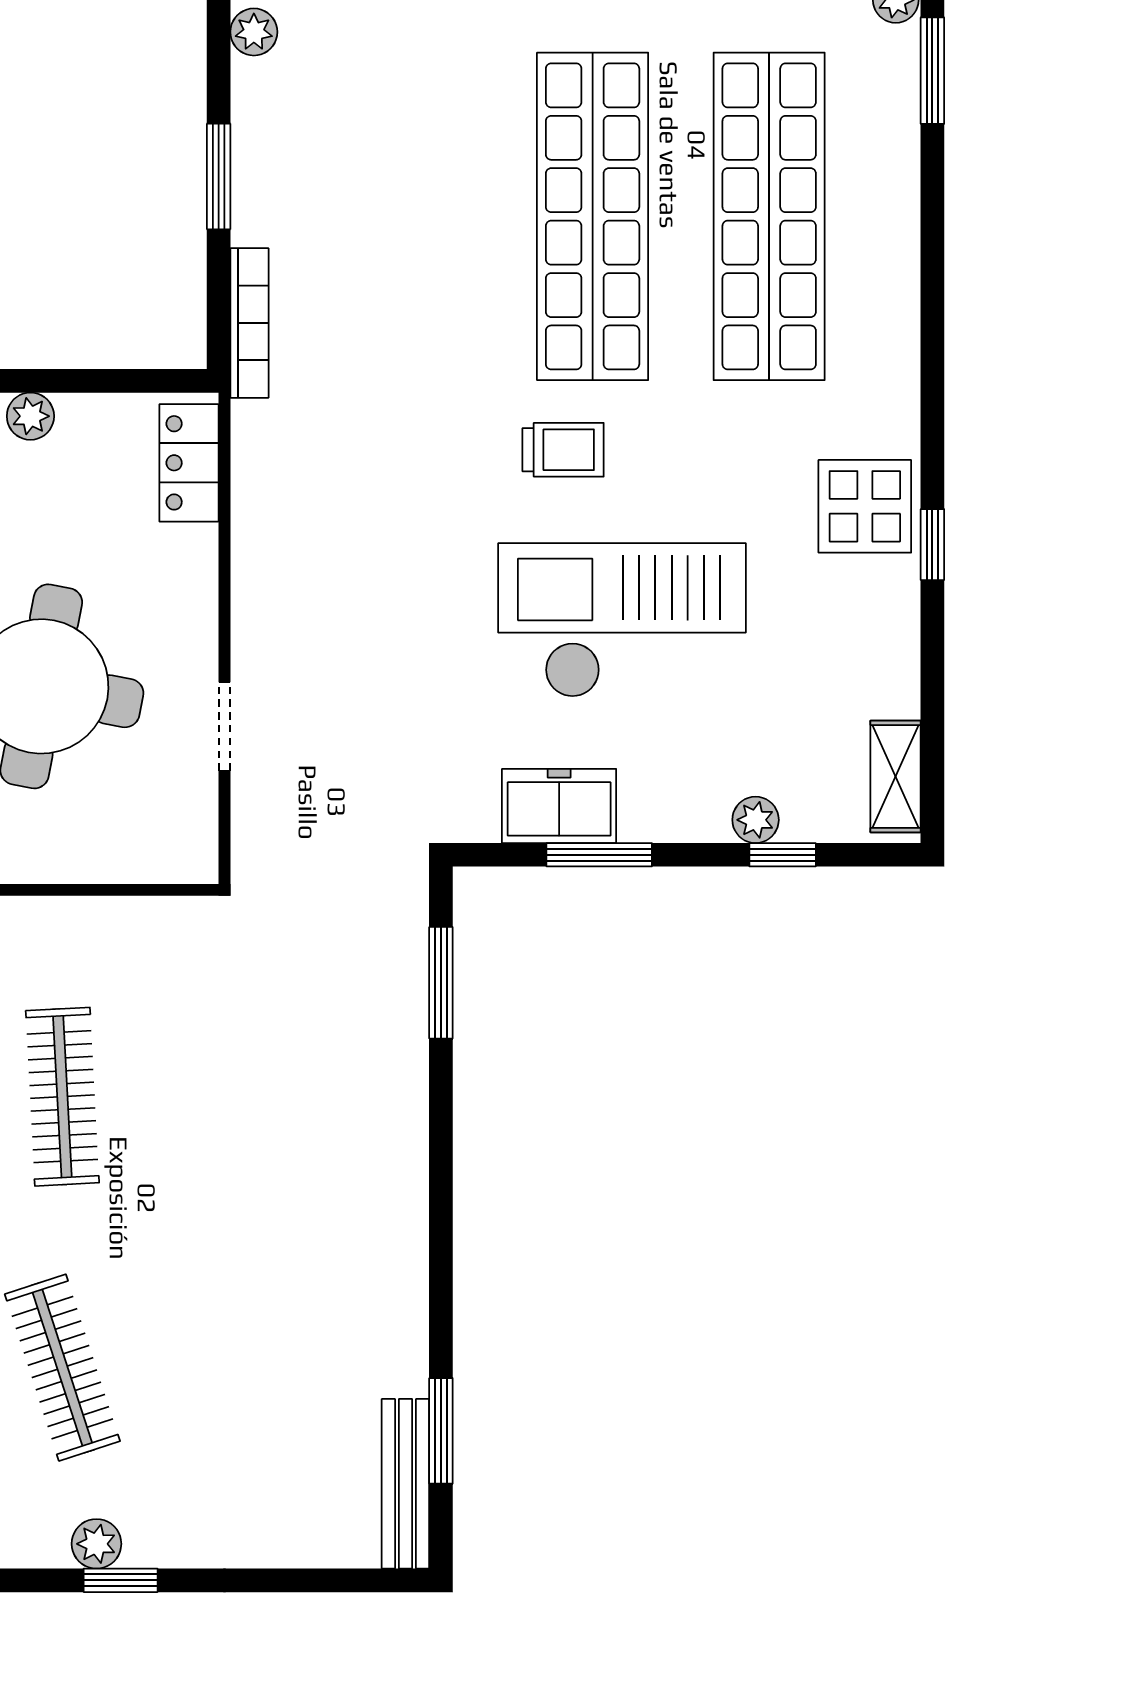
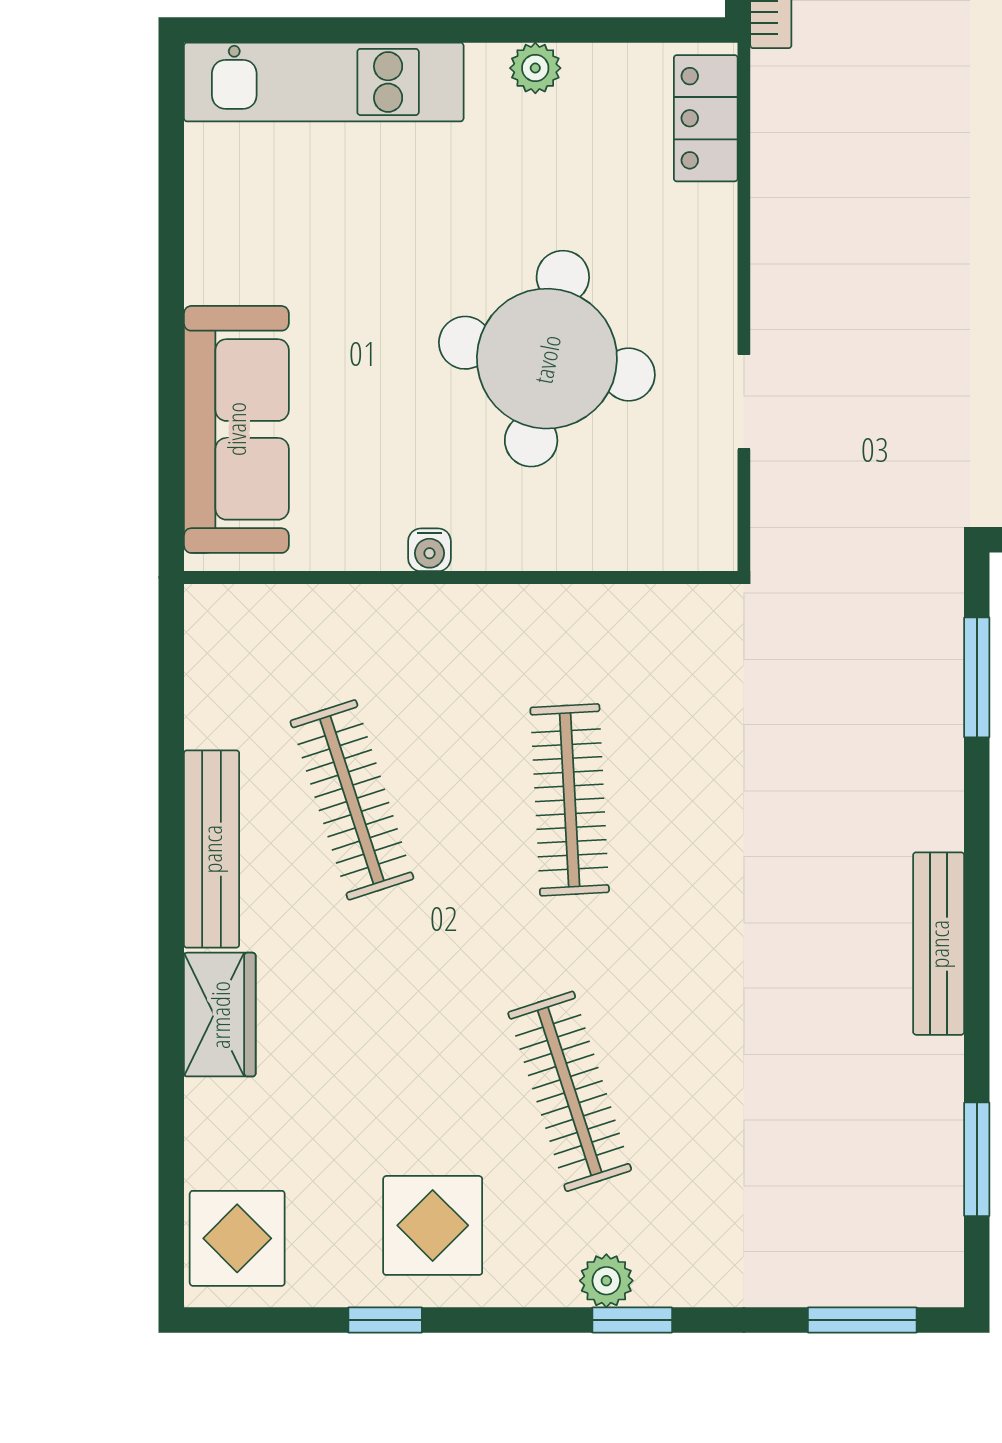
bench: (405, 1484) -> (939, 944), moved
window: (334, 1580) -> (862, 1320), added

